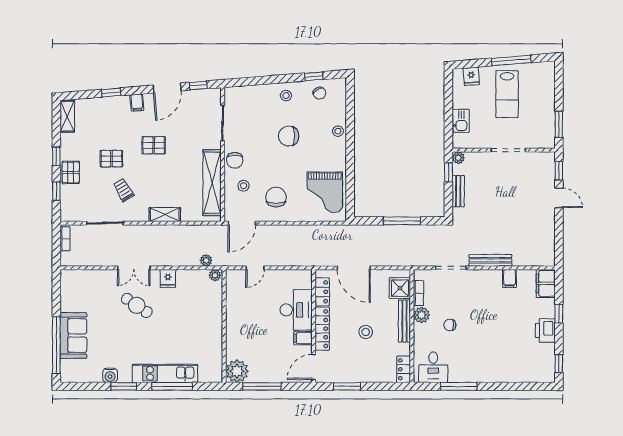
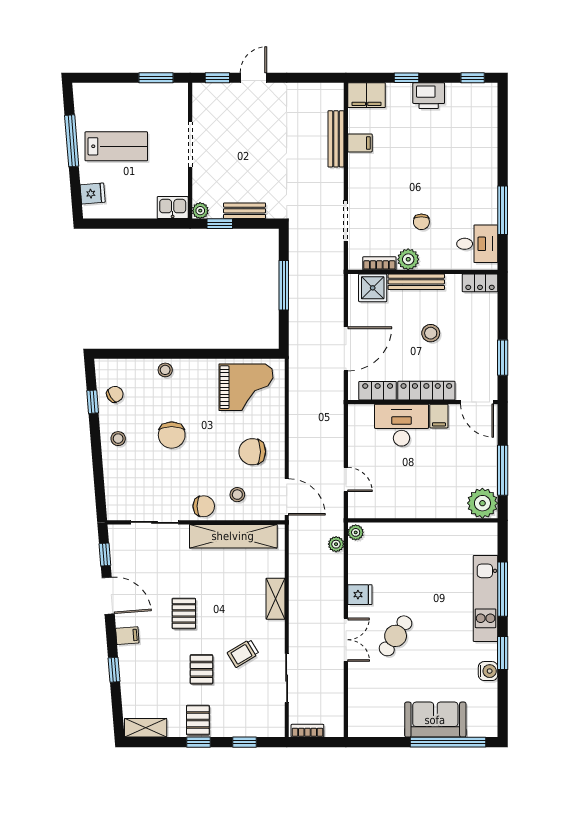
kitchen sink: (461, 121) -> (173, 208), moved
pallet: (71, 172) -> (198, 720), moved, turned 90
bench: (490, 260) -> (336, 139), moved

